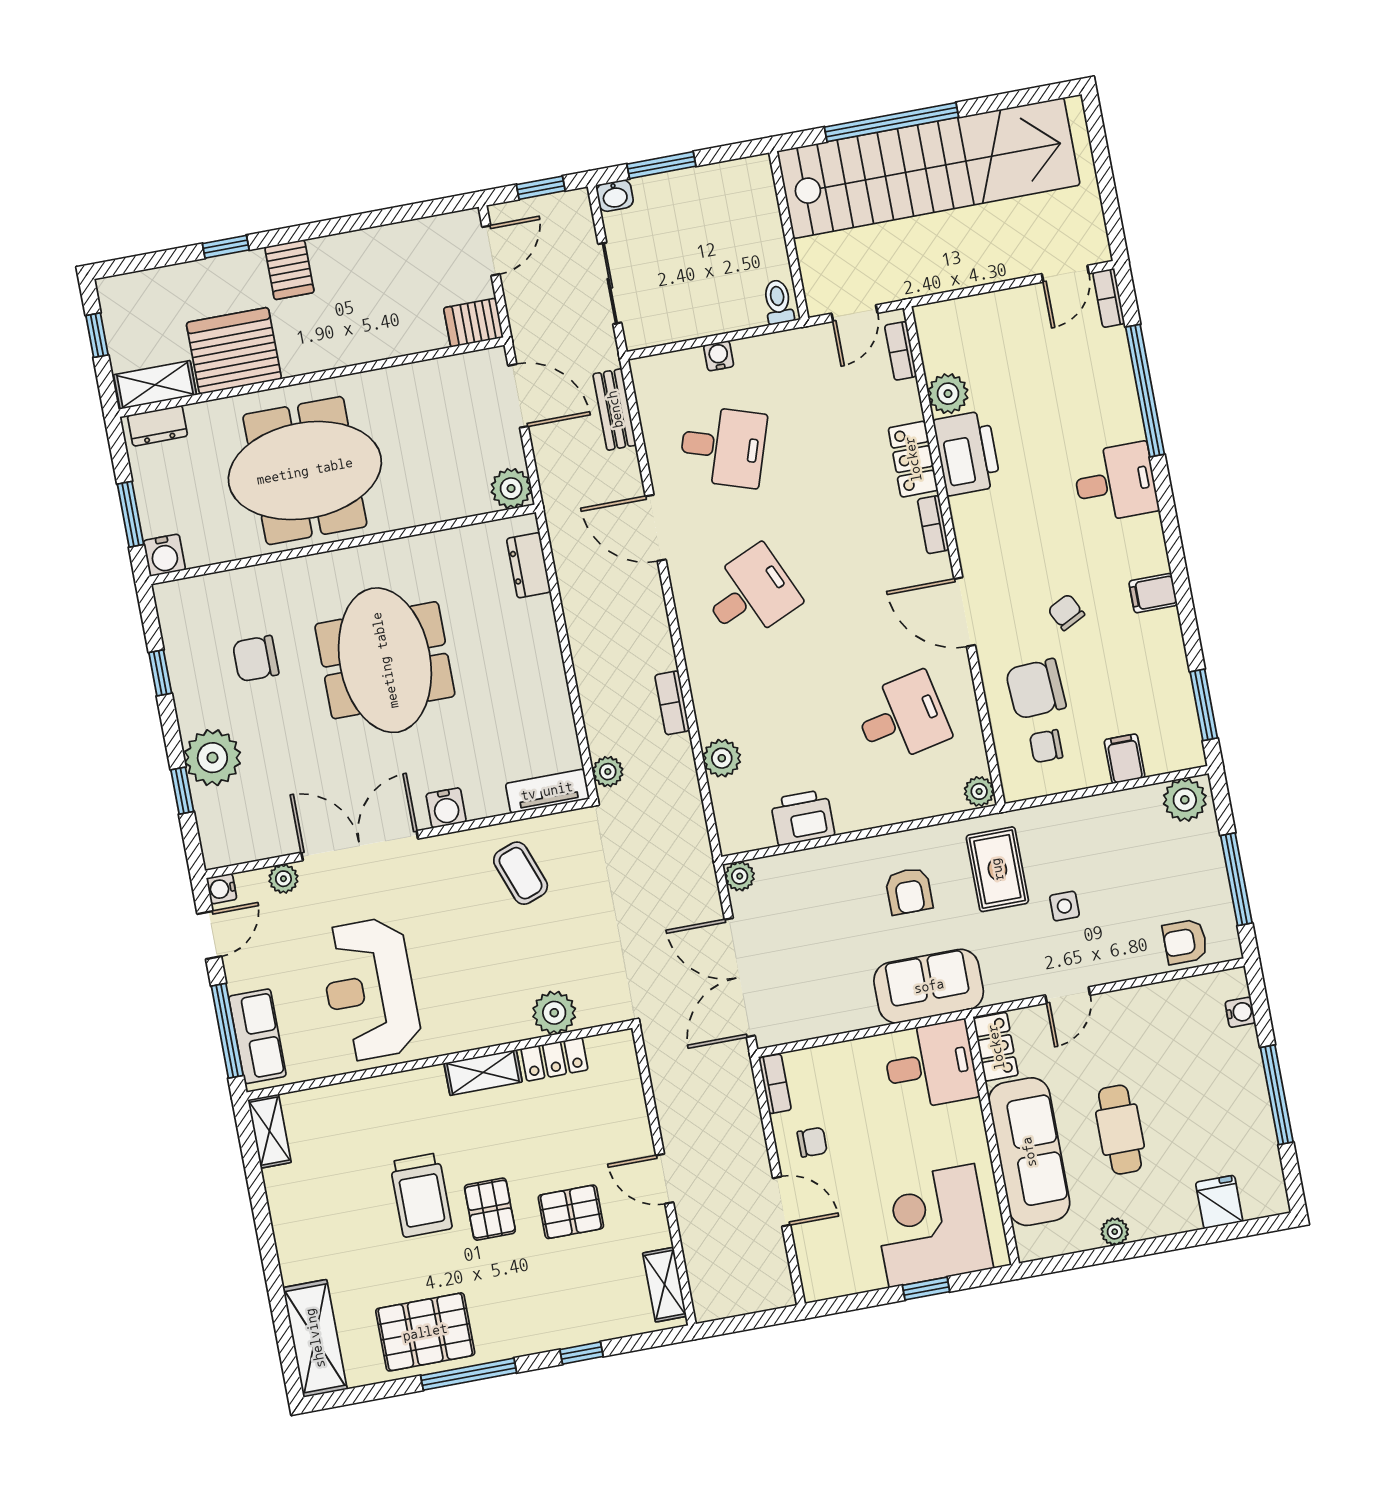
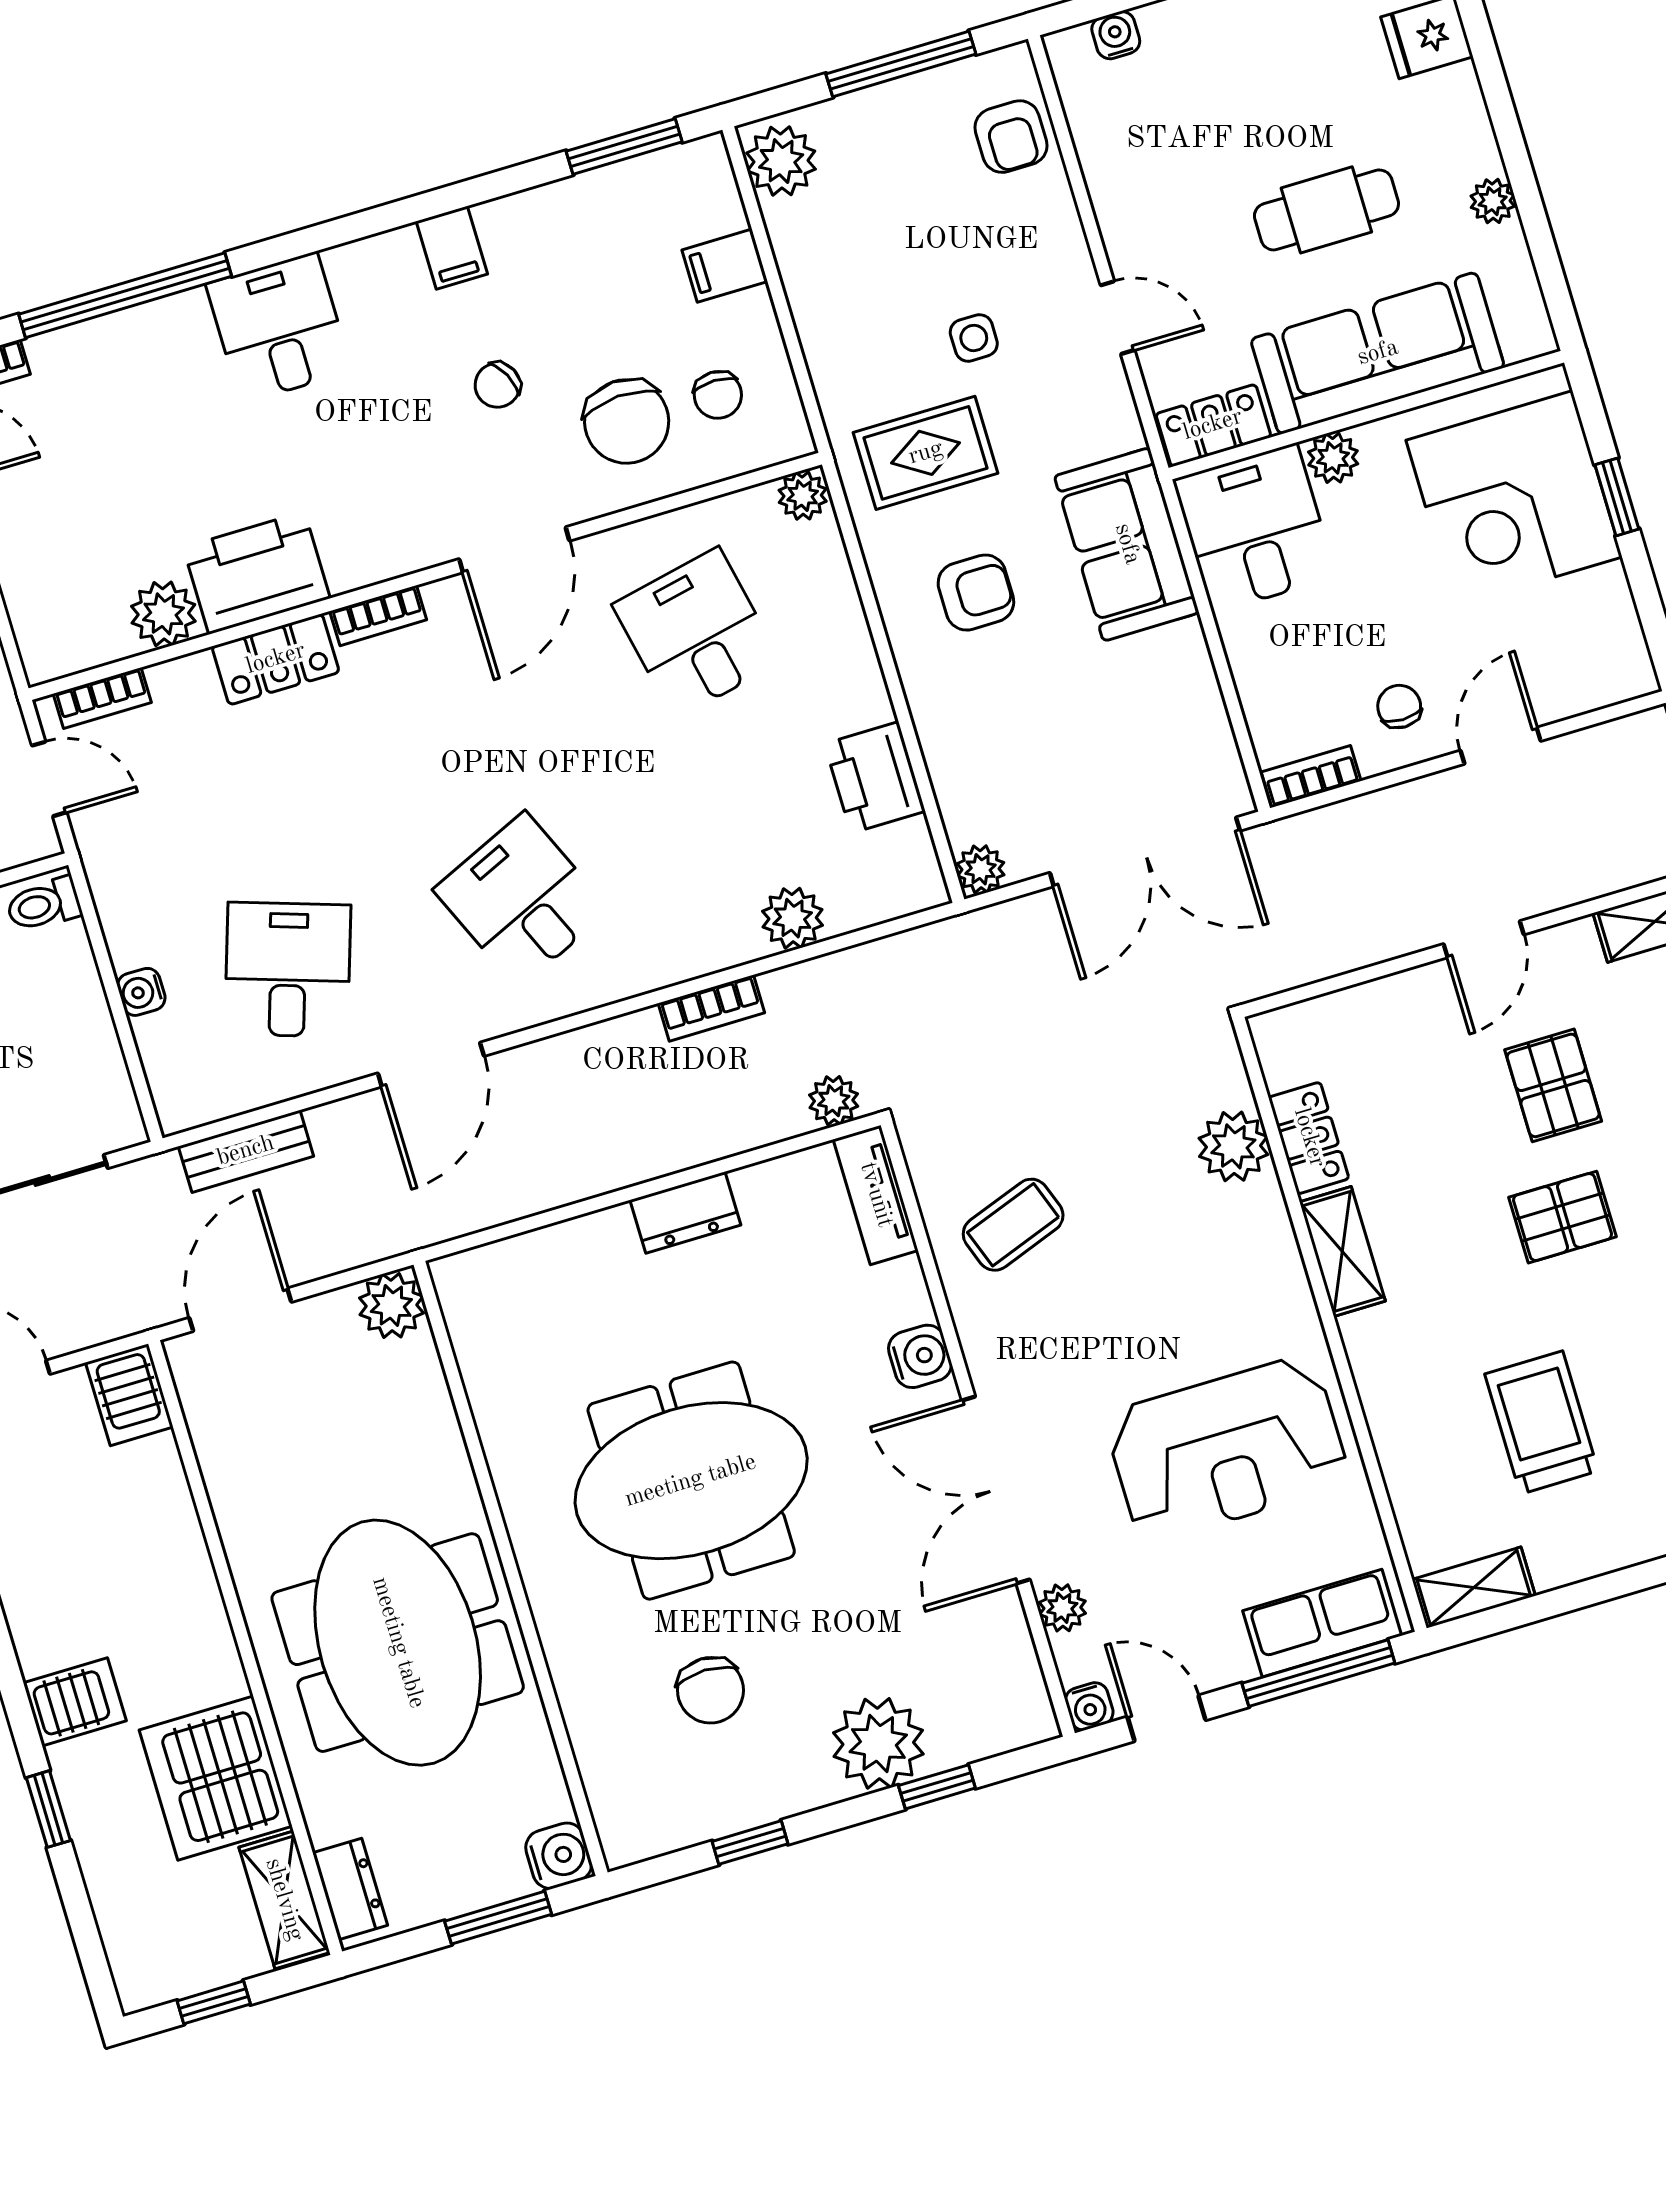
dresser: (529, 565) -> (685, 1213), moved
plant: (968, 1118) -> (1333, 458), added
trolley: (421, 1195) -> (1542, 1422), moved, turned -90

